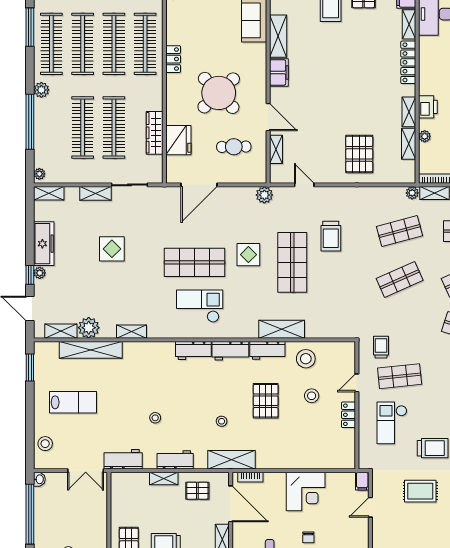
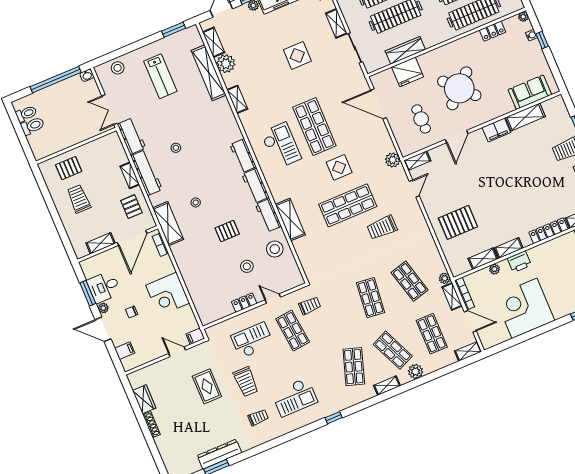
locker: (173, 59) -> (493, 31), moved
shelving: (276, 149) -> (417, 161), moved
shop shelf: (400, 279) -> (371, 298), turned 30
pallet: (266, 401) -> (227, 231), width x0.67, depth x0.71
workbench: (175, 460) -> (146, 173), width x1.38

